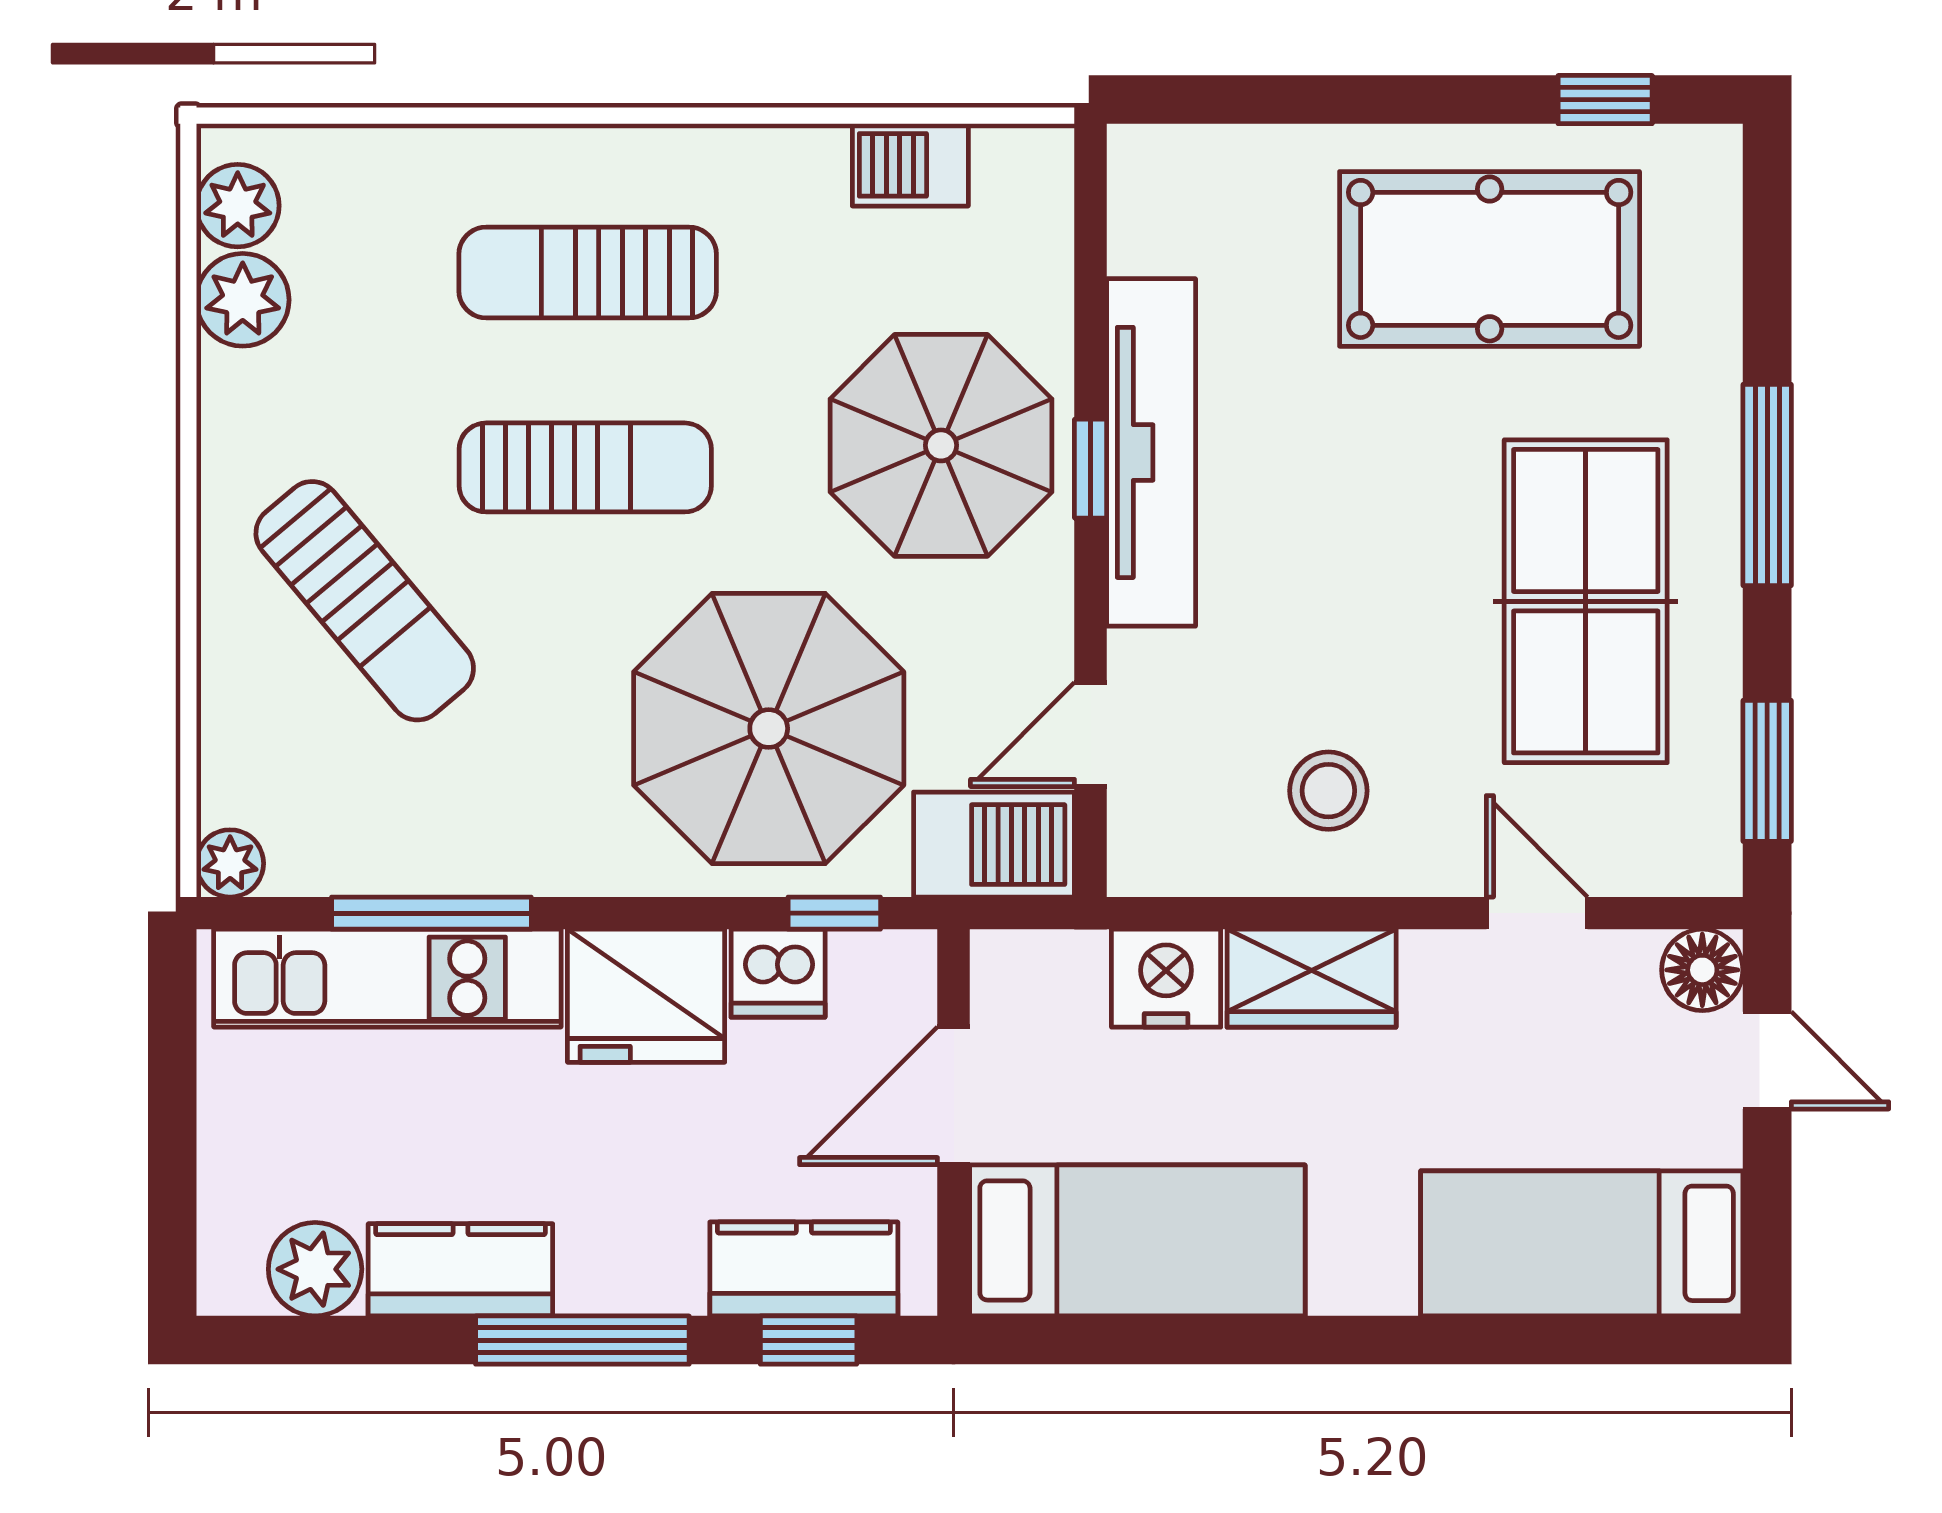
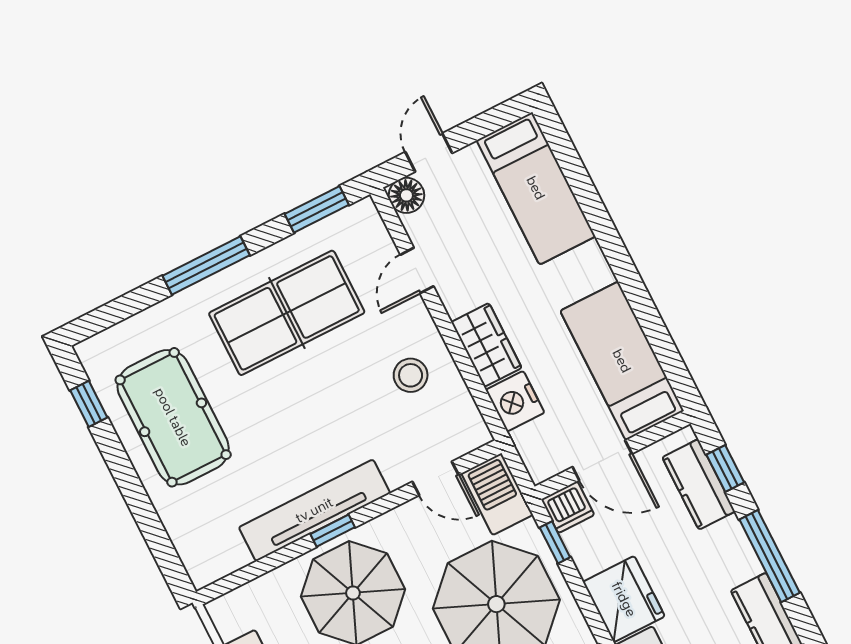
dishwasher: (778, 973) -> (568, 507), moved, turned 90

